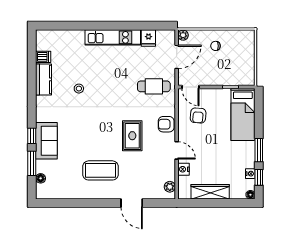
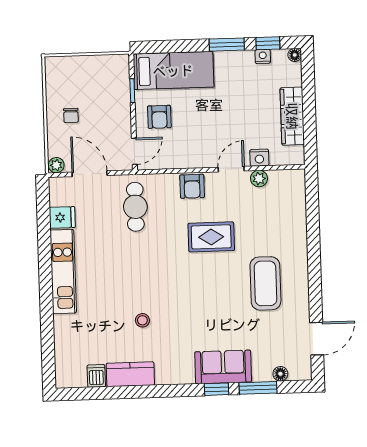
armchair: (198, 116) -> (159, 117), moved, turned 85
plant: (170, 187) -> (259, 179), moved
door: (132, 203) -> (317, 339), moved

